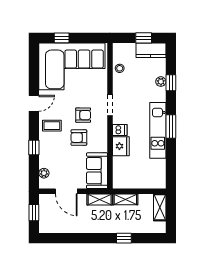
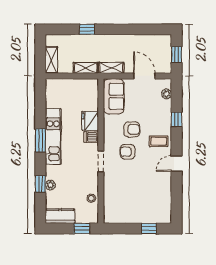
window: (144, 38) -> (82, 229), moved
corner sofa: (72, 66) -> (139, 200), removed

